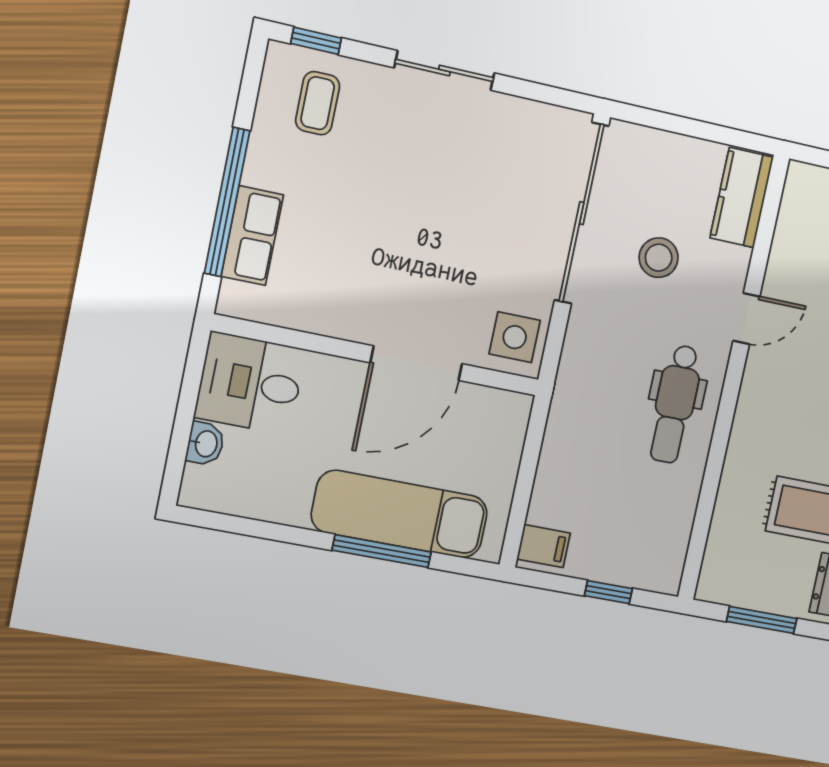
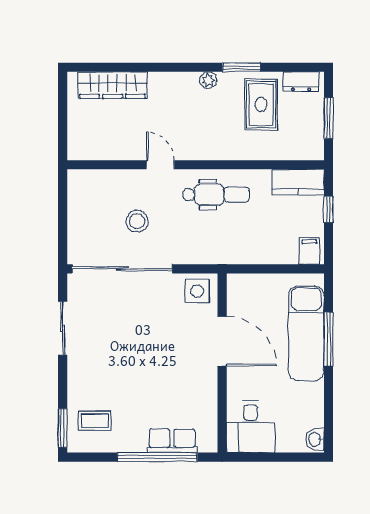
window: (316, 41) -> (63, 428), width x1.50
sliding door: (444, 70) -> (63, 328), moved
kitchen counter: (742, 198) -> (298, 182), moved
washbasin: (205, 444) -> (315, 439), moved, turned -90

